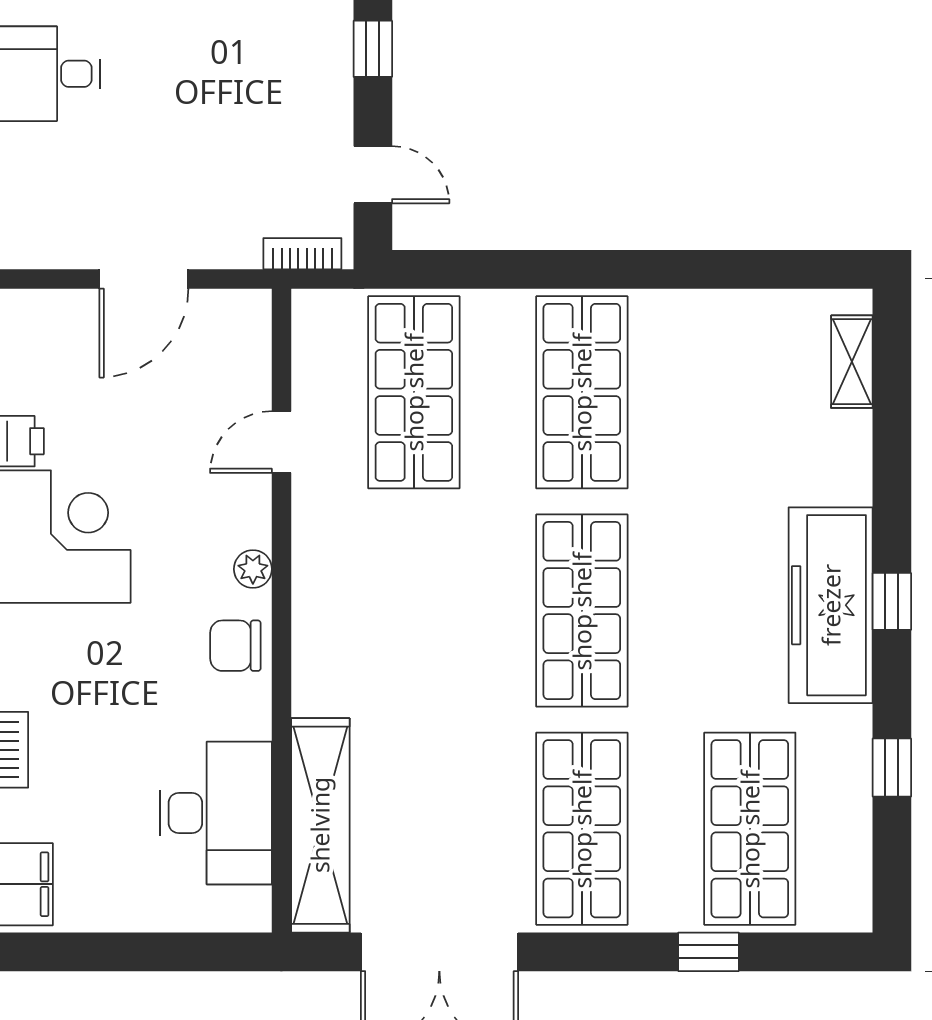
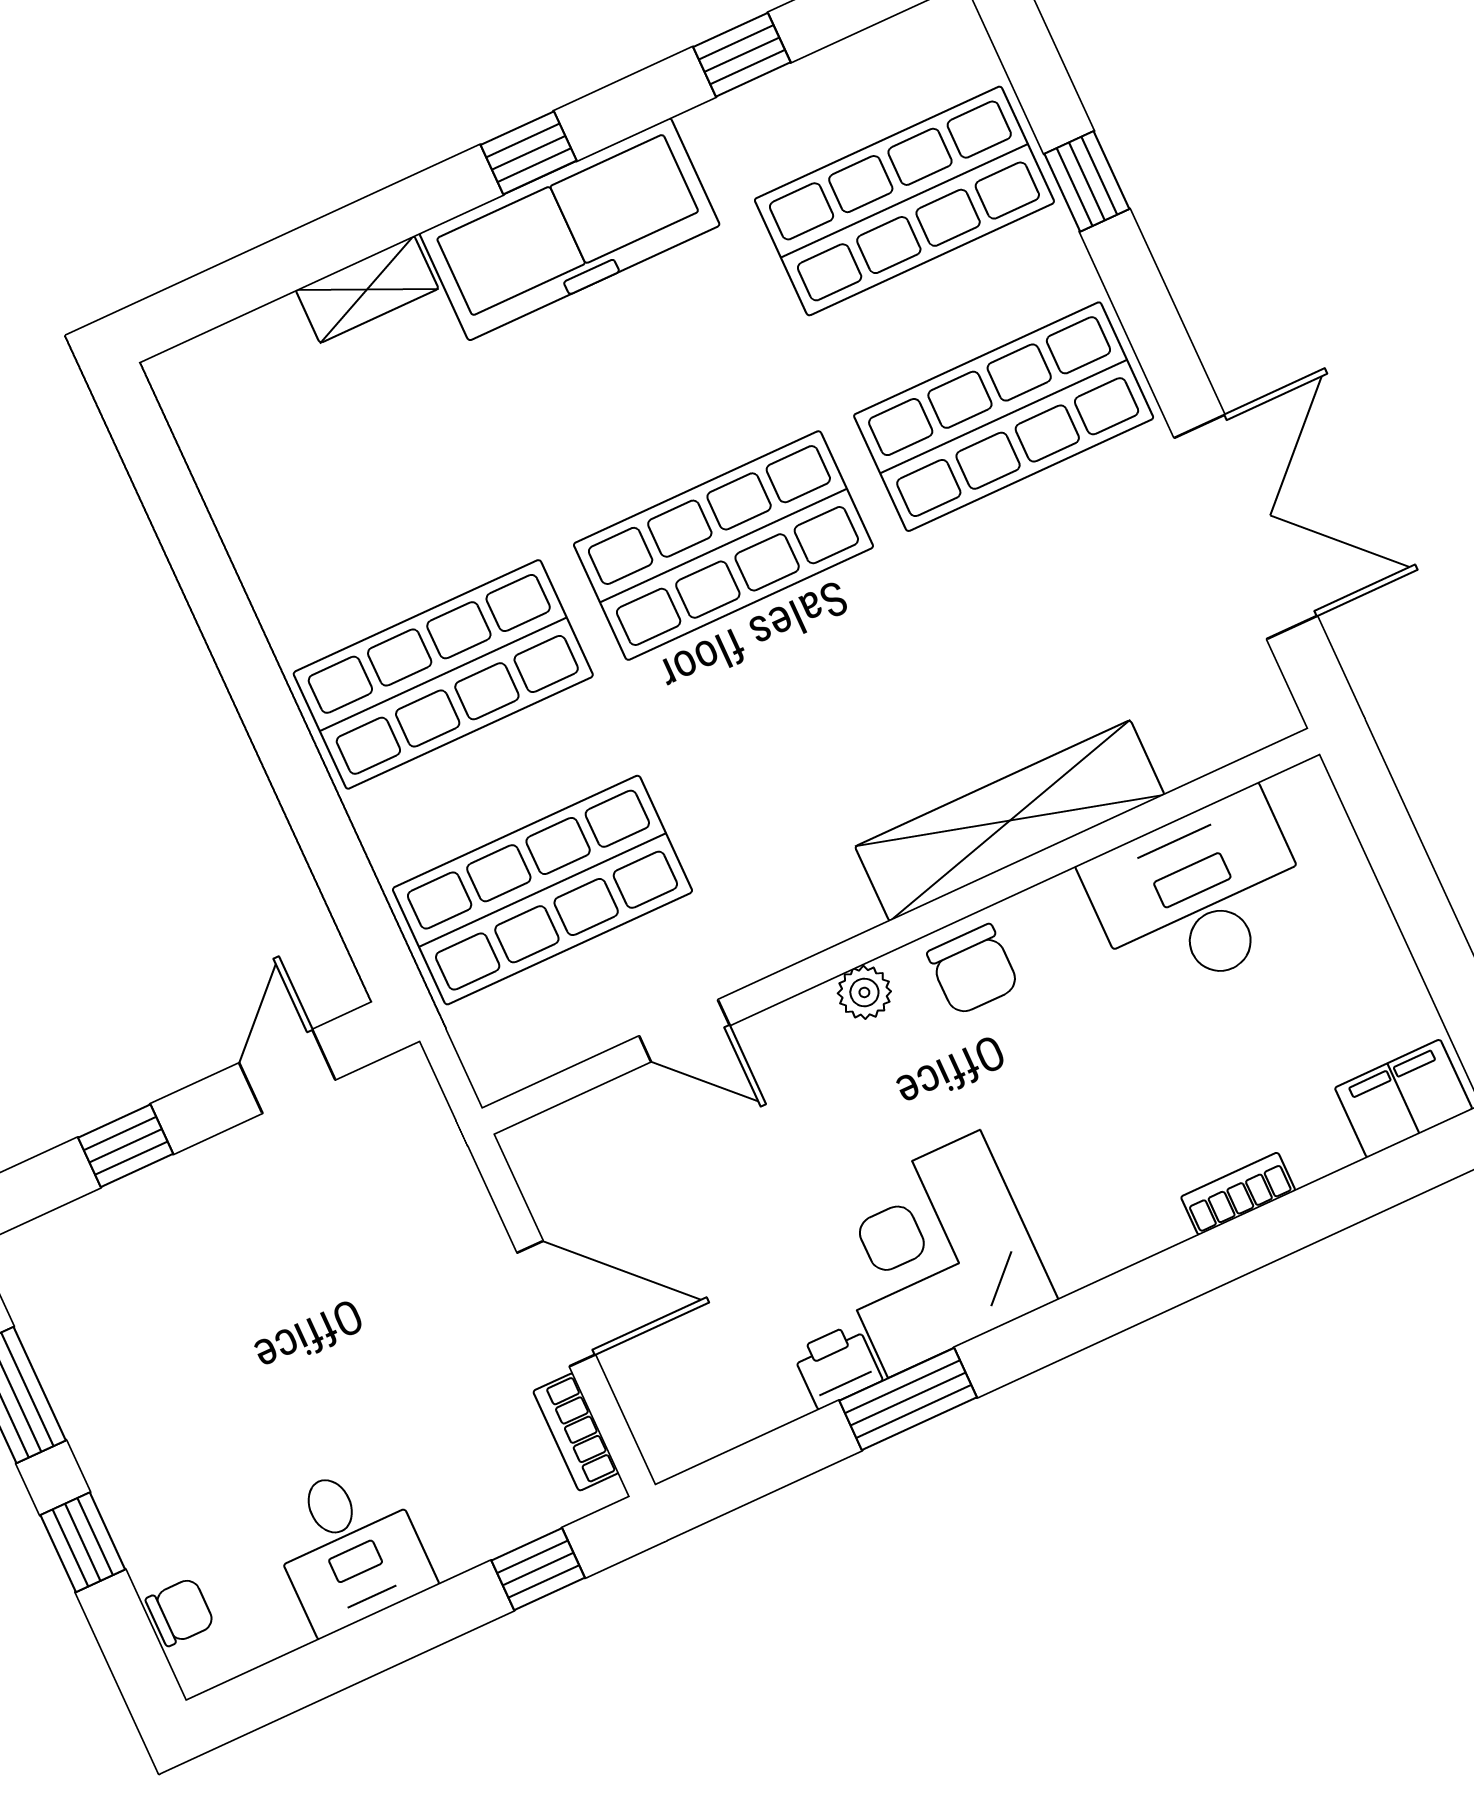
bookcase: (302, 254) -> (576, 1432), moved
shelving: (852, 362) -> (367, 289), moved
shelving: (320, 825) -> (1010, 821), moved

